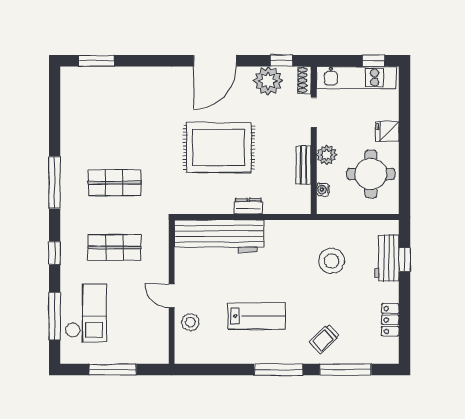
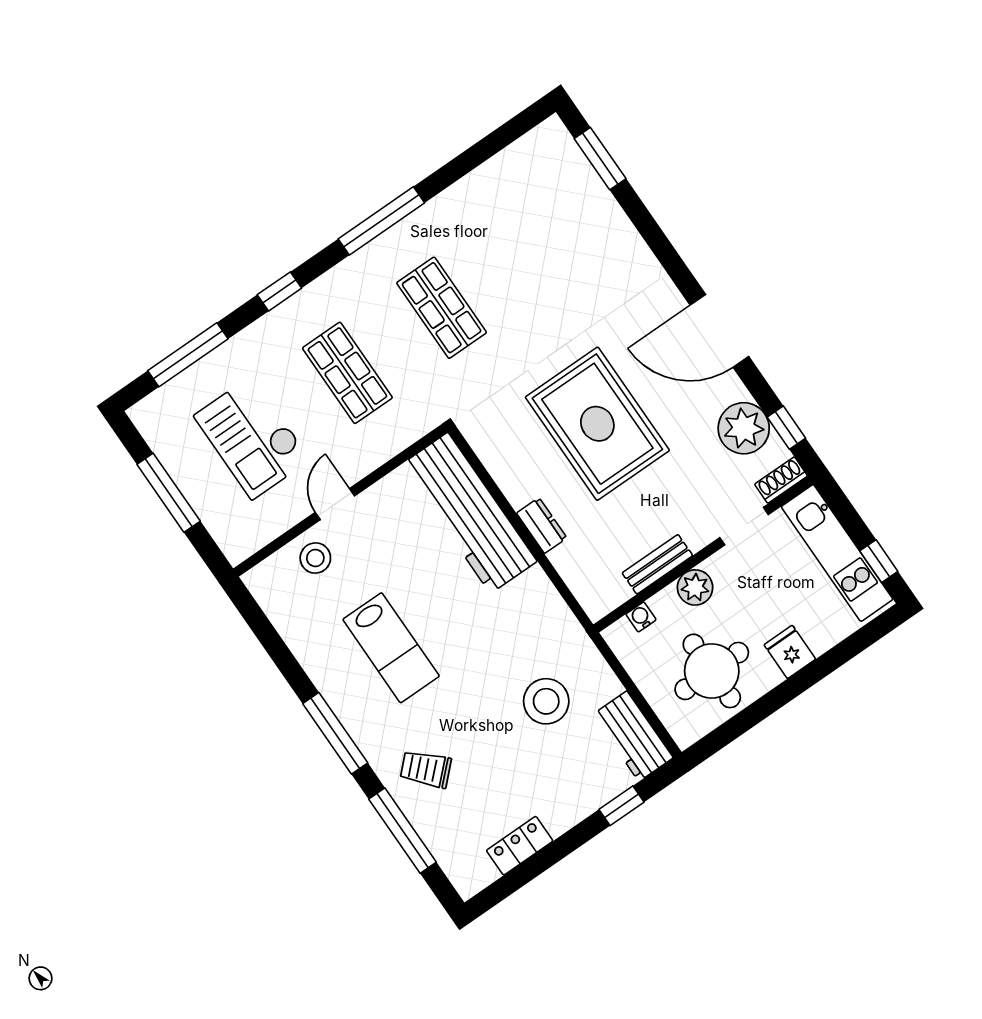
workbench: (387, 258) -> (633, 736), moved, turned -90
checkout: (86, 313) -> (252, 438), moved, turned 90

